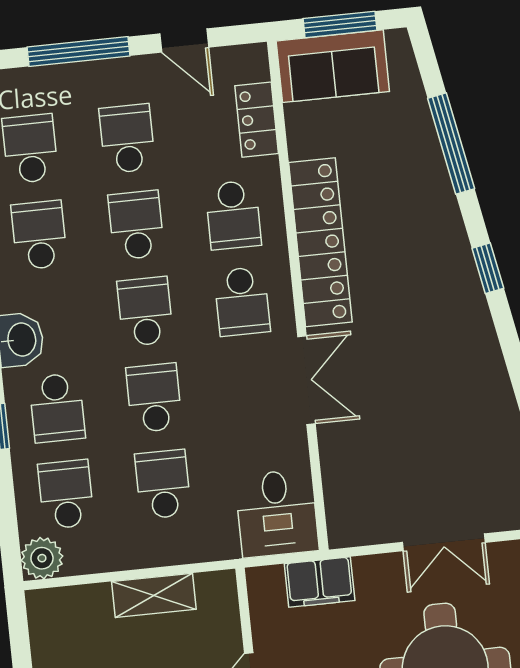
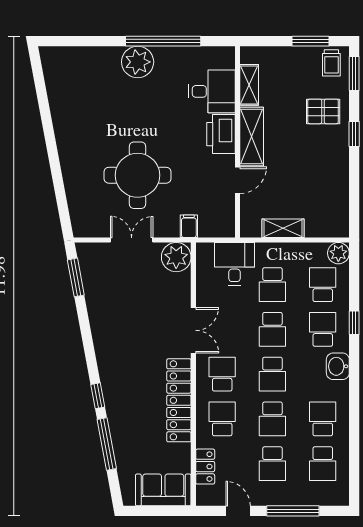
window: (340, 24) -> (157, 511), removed
school desk: (39, 235) -> (323, 419), turned 180
window: (488, 268) -> (98, 396), moved
double door: (307, 380) -> (193, 330), swing flipped
school desk: (66, 494) -> (323, 285), turned 180
desk: (277, 513) -> (234, 264), moved
plant: (354, 518) -> (176, 257), added
filing cabinet: (320, 582) -> (189, 226), width x0.50

